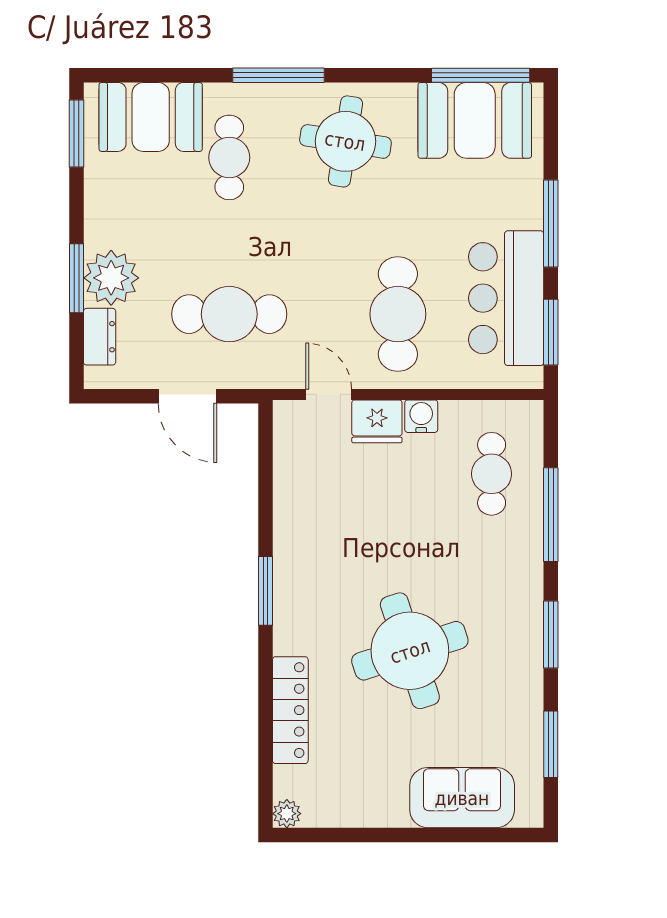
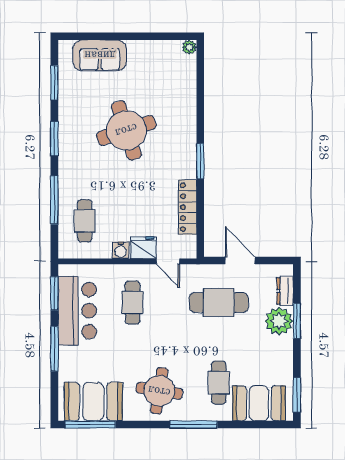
cafe table: (398, 314) -> (133, 303), width x0.73, depth x0.74
locker: (290, 710) -> (188, 207), moved

